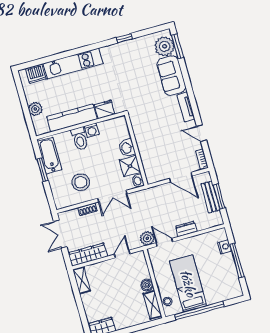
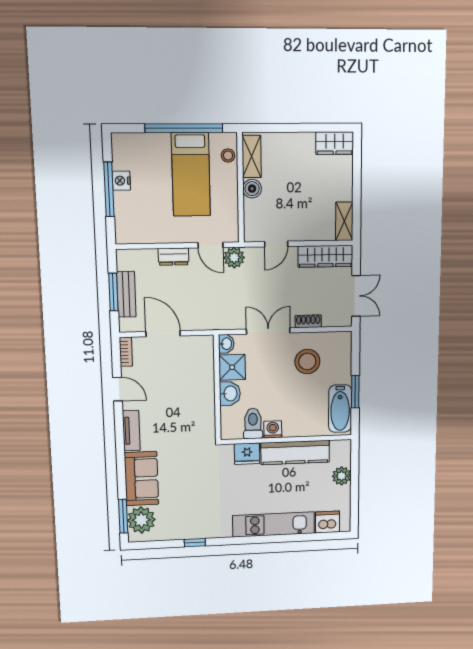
toilet: (80, 139) -> (253, 423), moved
nightstand: (224, 247) -> (121, 181), moved

